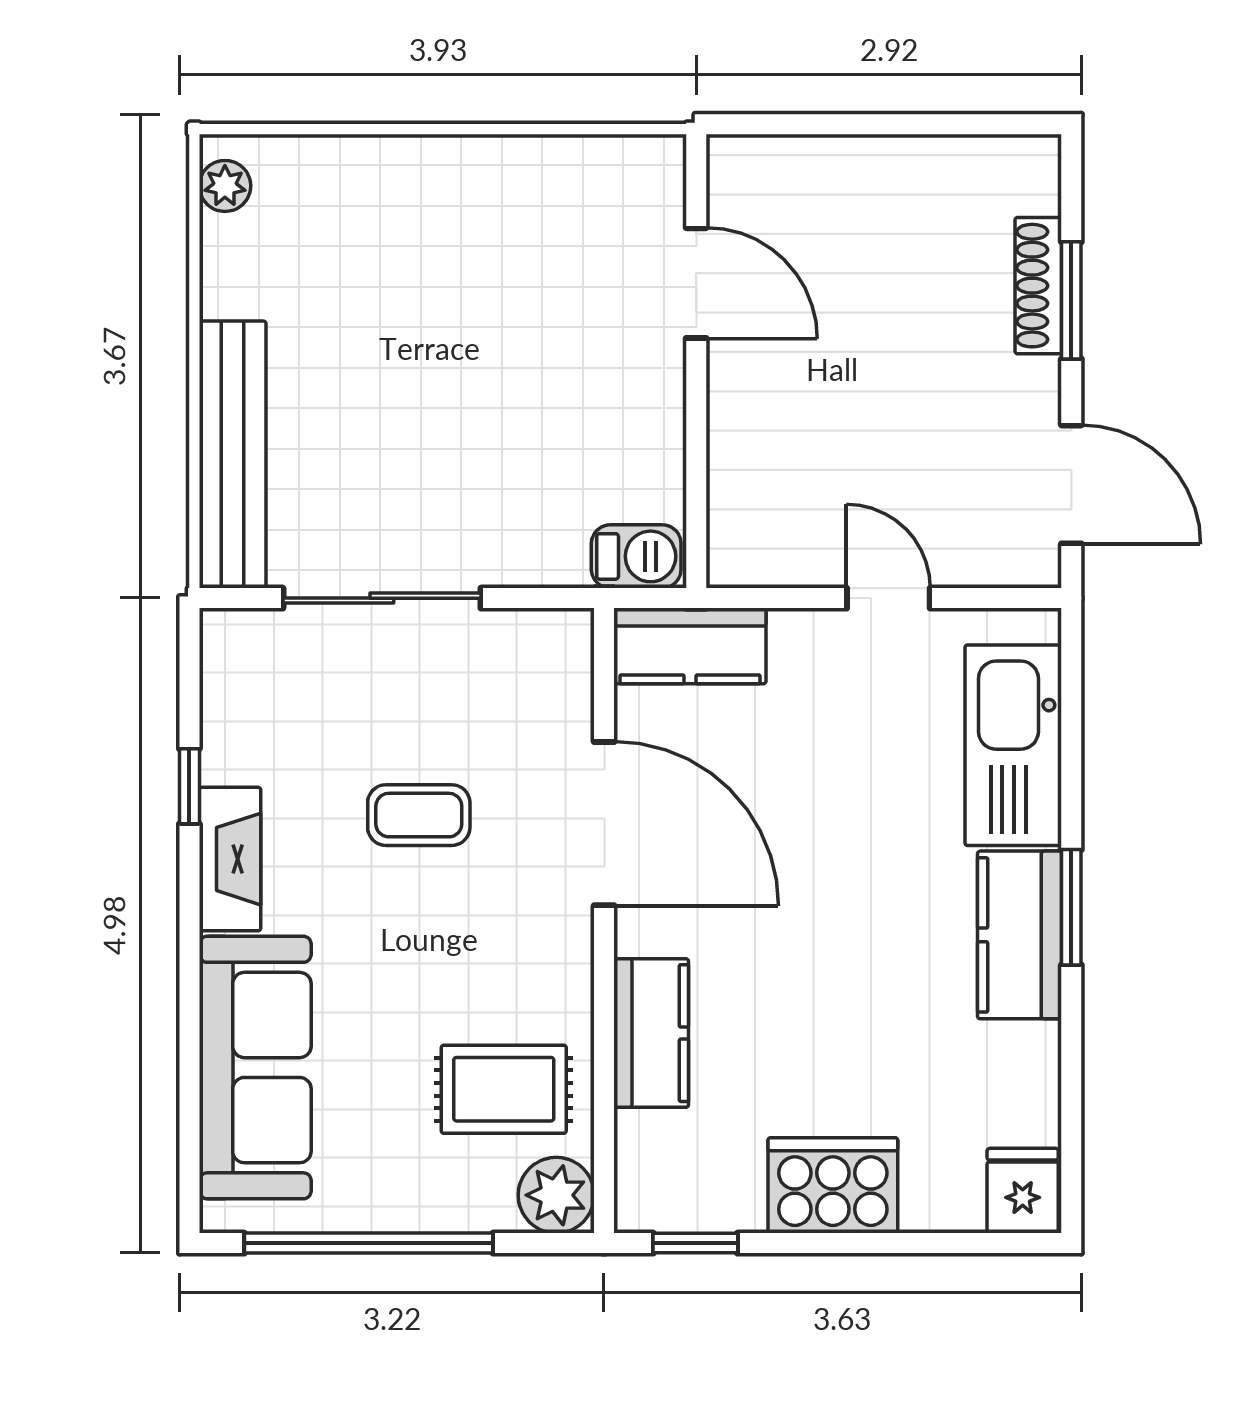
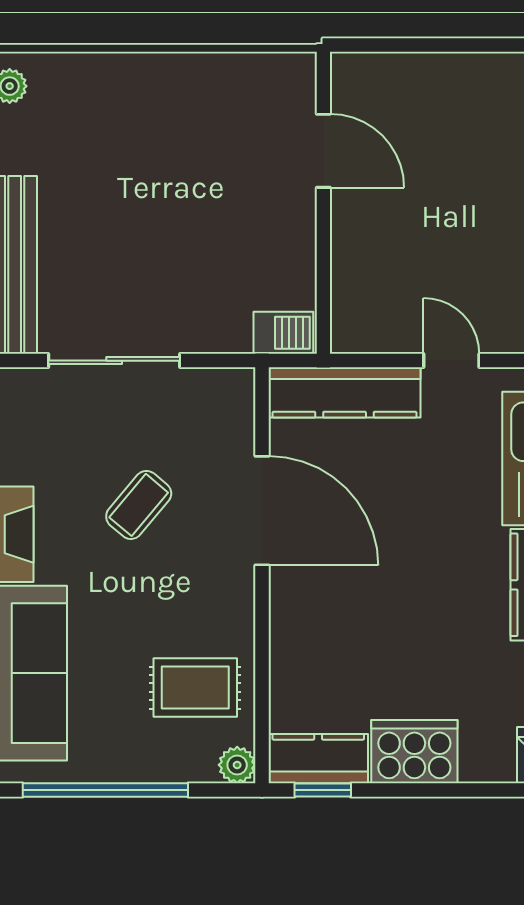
kitchen counter: (690, 646) -> (345, 392), width x1.50
coffee table: (419, 815) -> (139, 505), turned -50
kitchen counter: (651, 1033) -> (318, 759), moved, turned -90
plant: (556, 1195) -> (237, 765), width x0.73, depth x0.73

